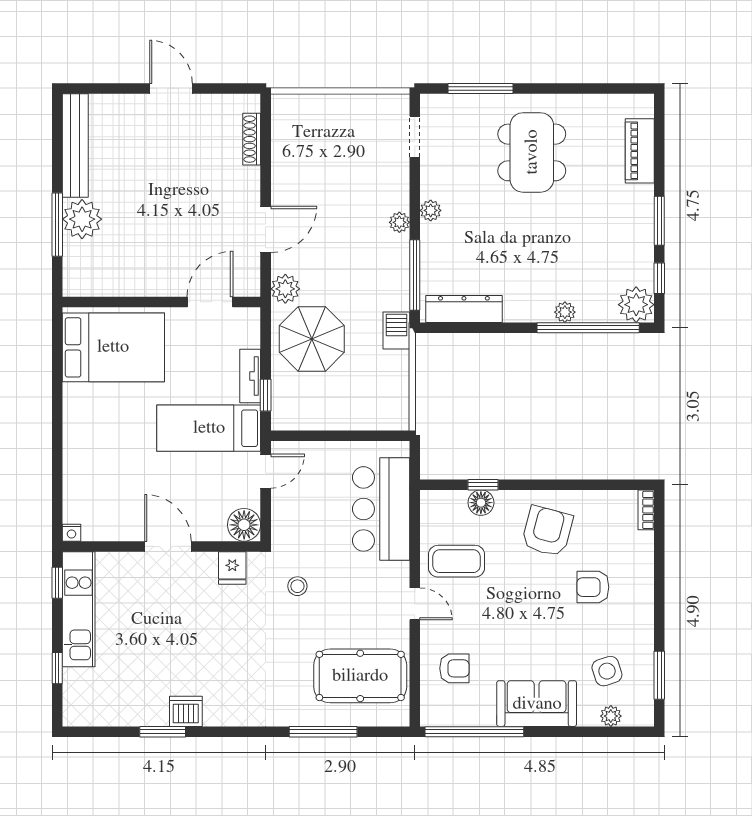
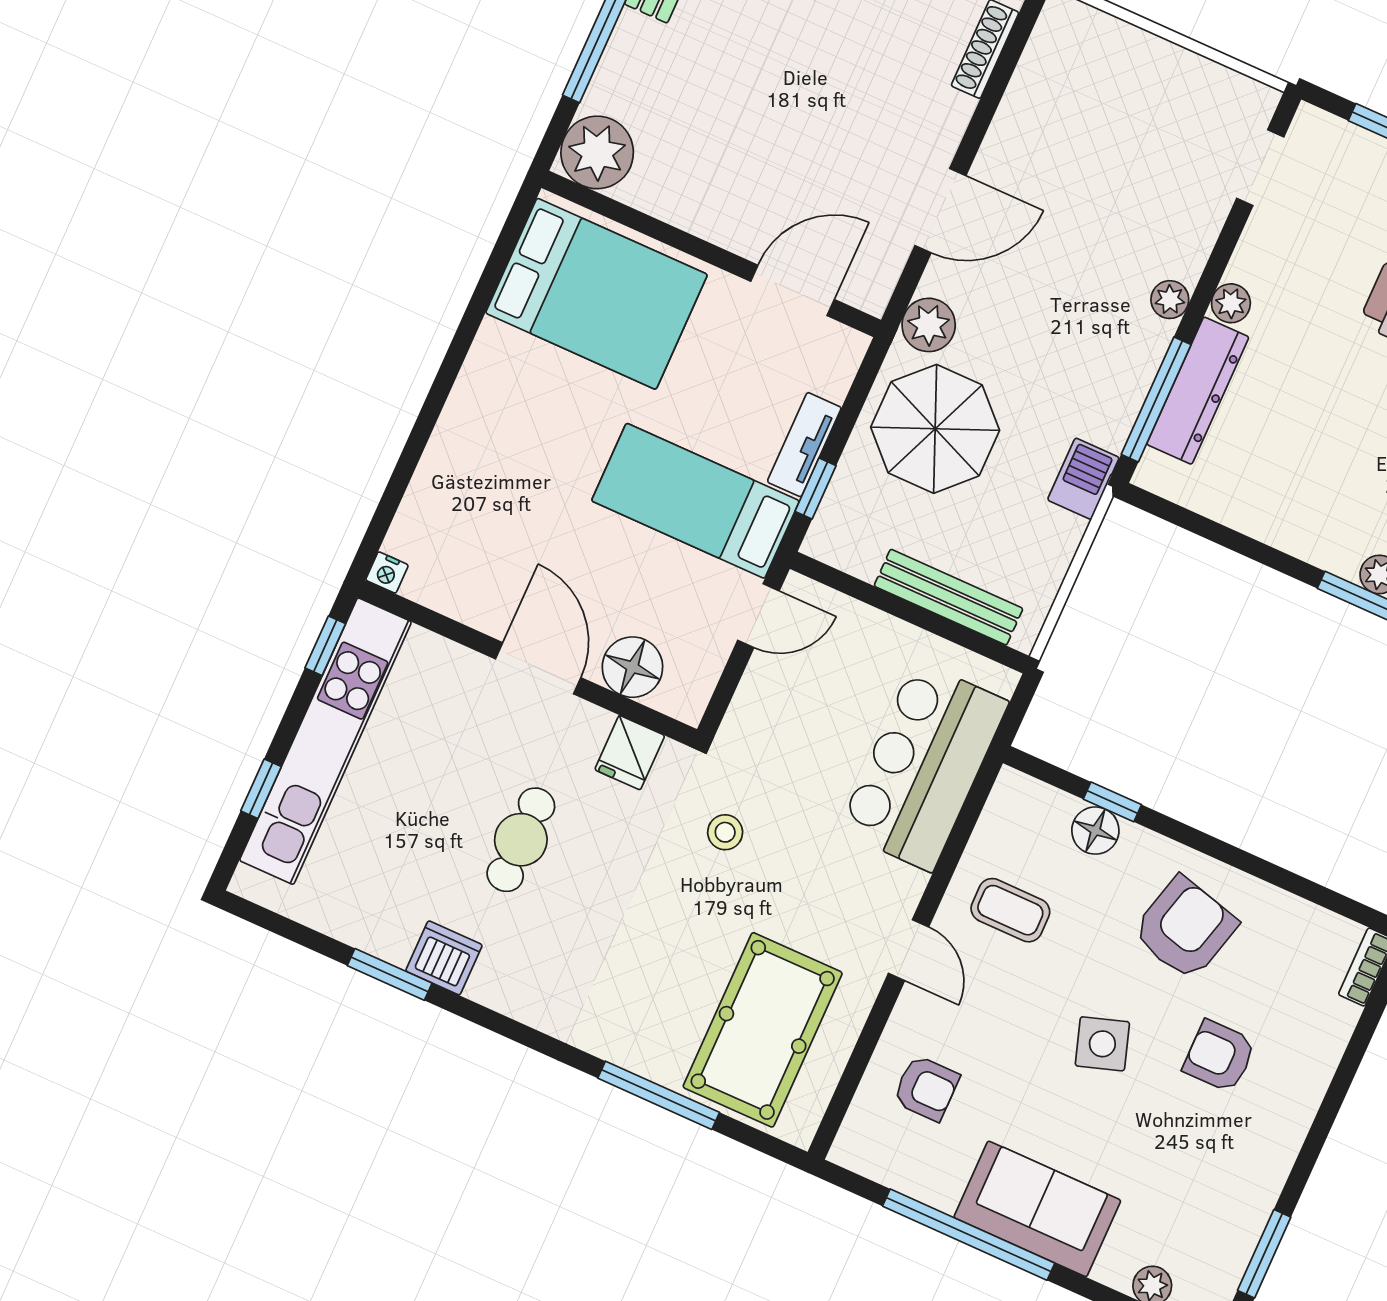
plant: (82, 219) -> (597, 152), moved
dresser: (464, 309) -> (1198, 391), moved, turned 90
bench: (356, 420) -> (948, 597), added
floor lamp: (244, 525) -> (632, 667), moved
coffee table: (457, 561) -> (1010, 910), width x0.73, depth x0.77
kitchen unit: (79, 609) -> (325, 741), width x1.36
cafe table: (198, 635) -> (521, 840), added
side table: (607, 671) -> (1102, 1044), moved
pool table: (360, 676) -> (763, 1030), turned 90
window: (474, 732) -> (969, 1235), moved

